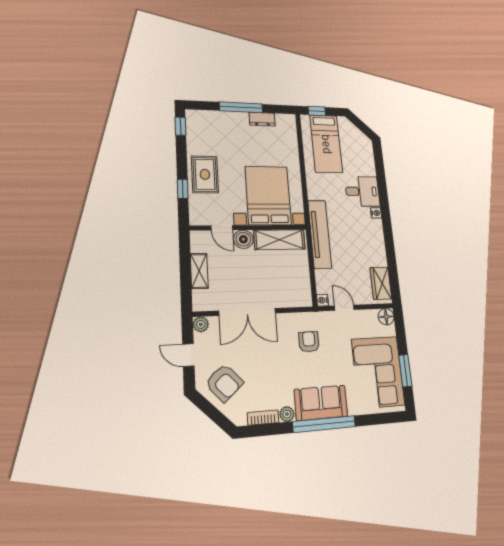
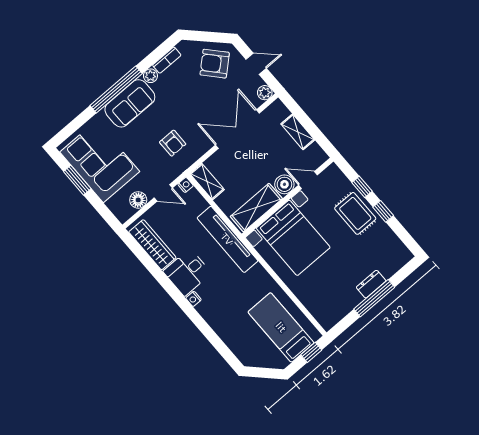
dresser: (262, 119) -> (371, 284), moved
window: (180, 126) -> (383, 211), moved
desk: (362, 191) -> (187, 272), moved
wardrobe: (381, 283) -> (152, 245), width x1.50
shelving: (303, 289) -> (207, 182), added
floor lamp: (386, 317) -> (138, 200), moved

